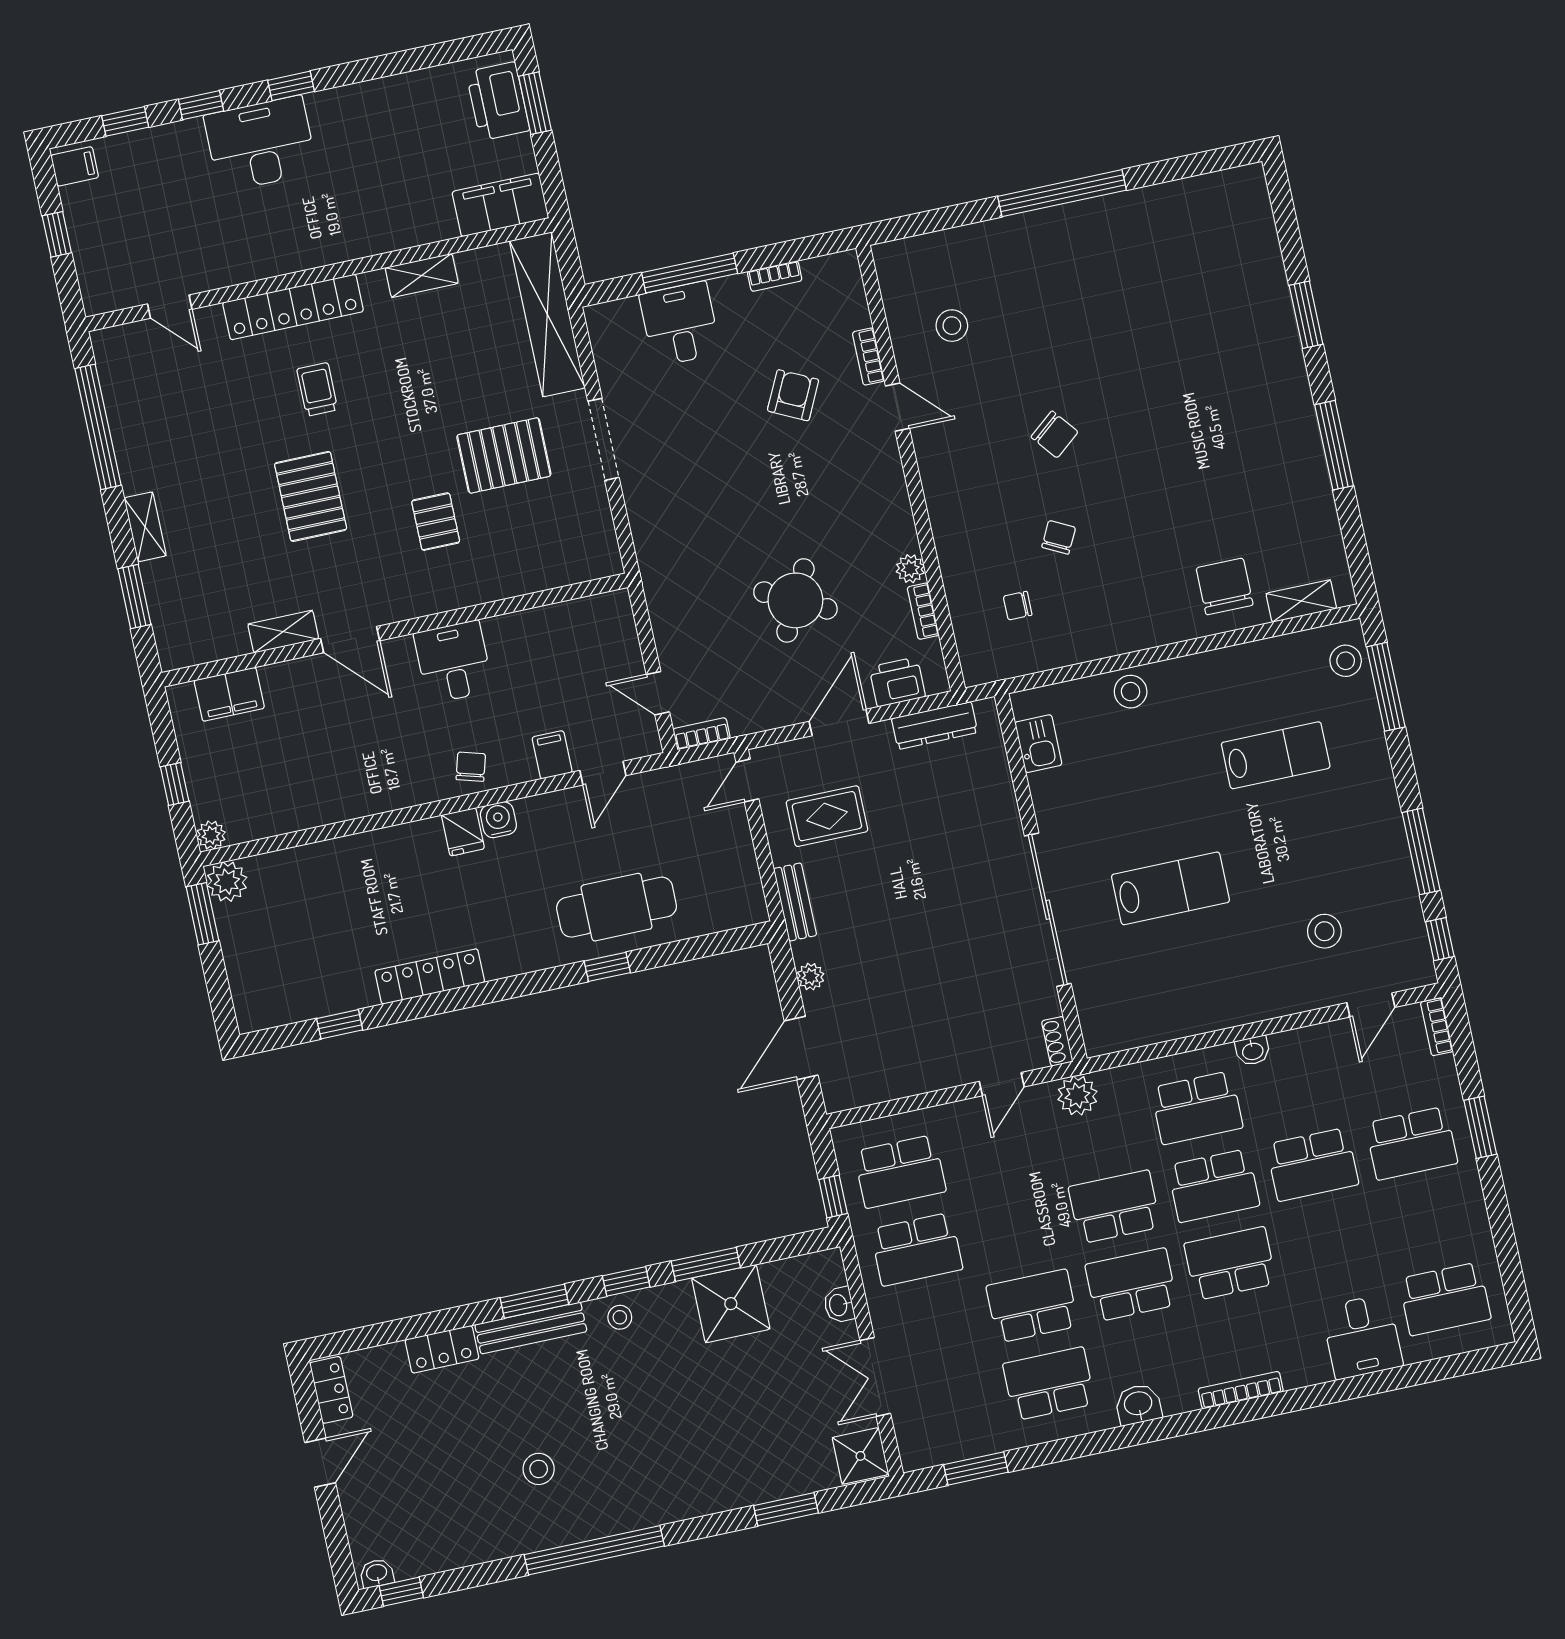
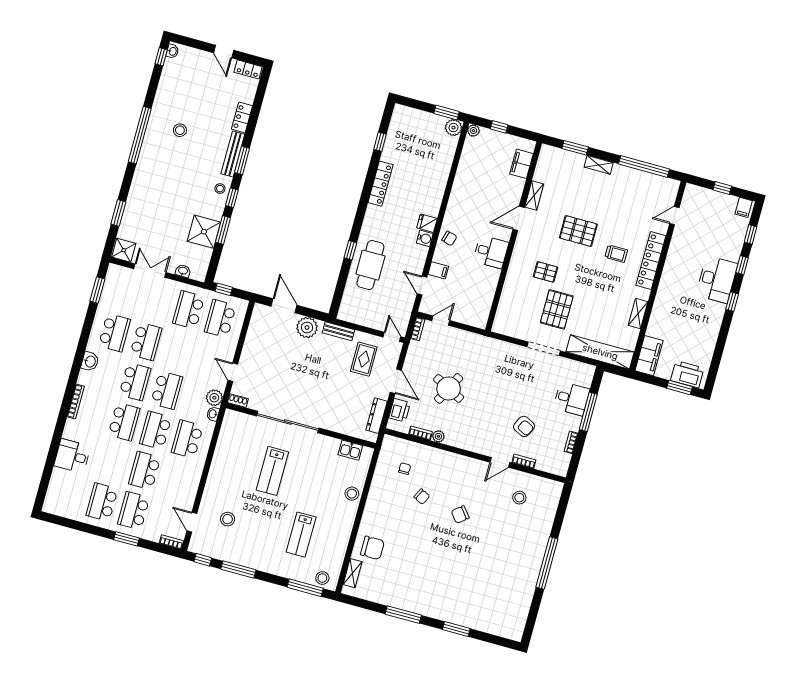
plant: (811, 977) -> (307, 327), width x1.87, depth x1.87
washbasin: (1253, 1051) -> (213, 414), moved
school desk: (1445, 1299) -> (102, 502), moved

